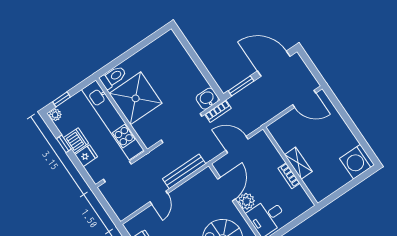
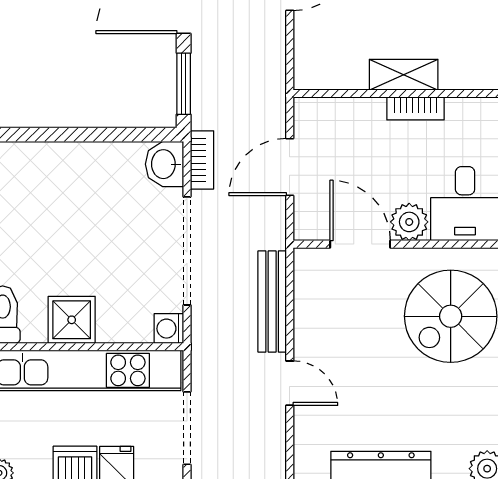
shower: (136, 98) -> (72, 320), width x0.54, depth x0.54
washing machine: (149, 141) -> (169, 329), added

